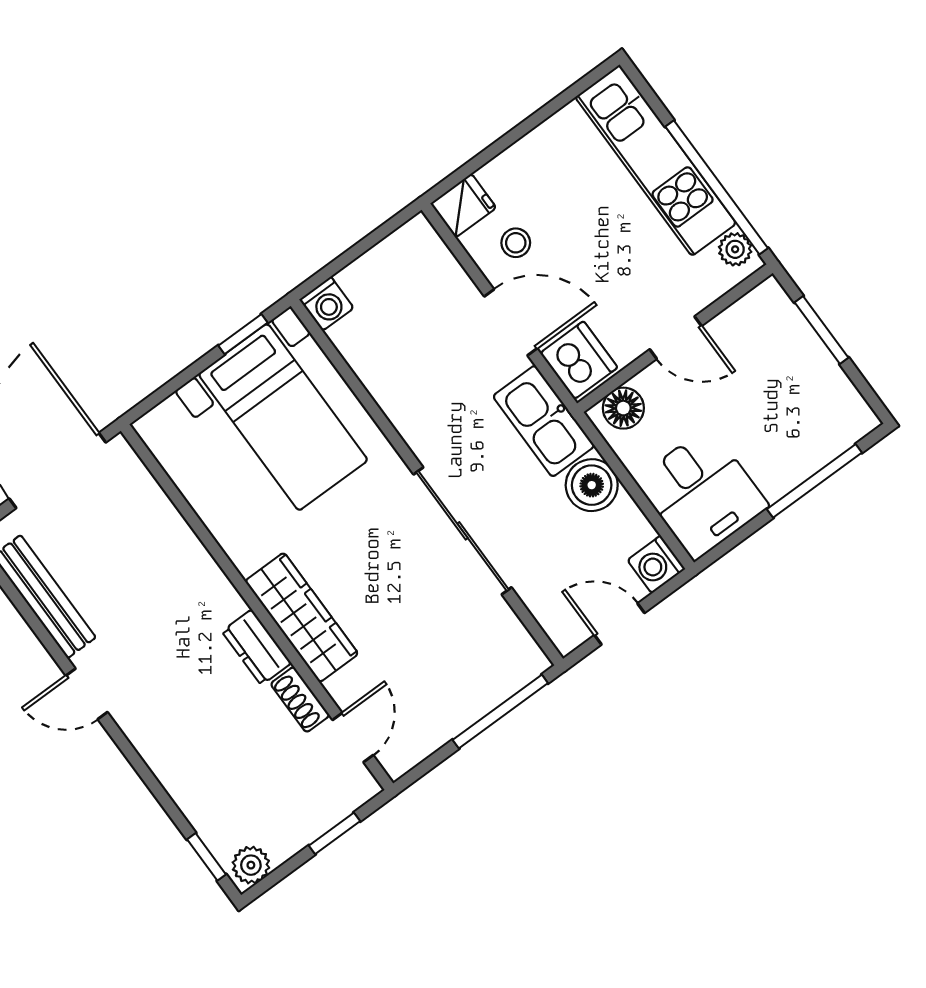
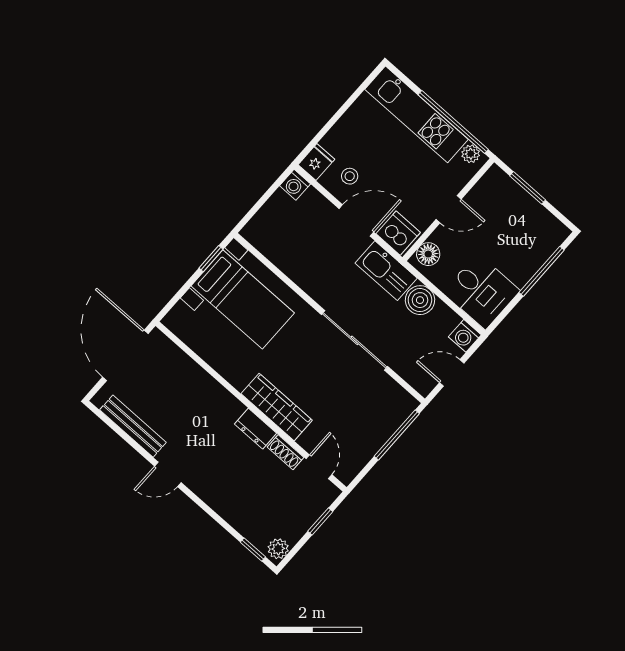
washing machine: (327, 304) -> (295, 185), moved, turned 90

